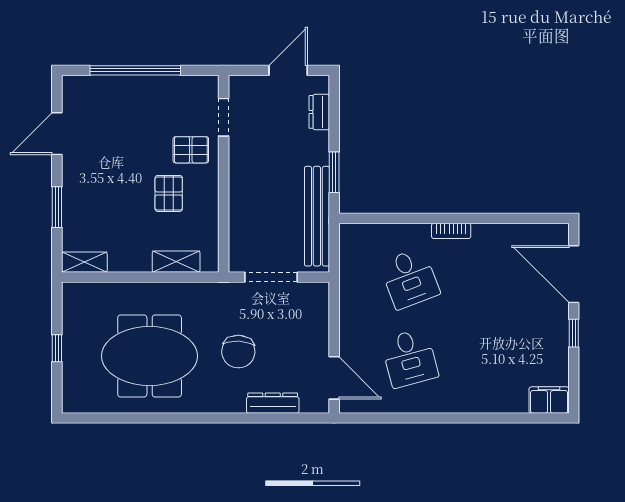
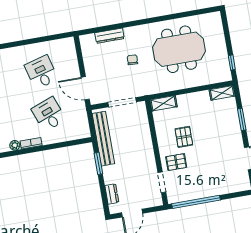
window: (135, 70) -> (196, 202), moved
plant: (482, 232) -> (15, 145), added
shelving: (176, 262) -> (164, 103), moved
window: (57, 348) -> (232, 62), moved
chair: (238, 352) -> (132, 60), width x0.54, depth x0.54
door: (334, 378) -> (85, 88), moved

